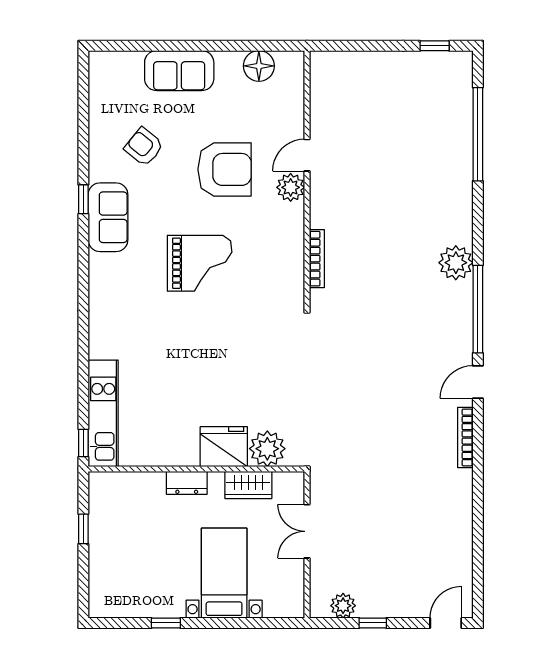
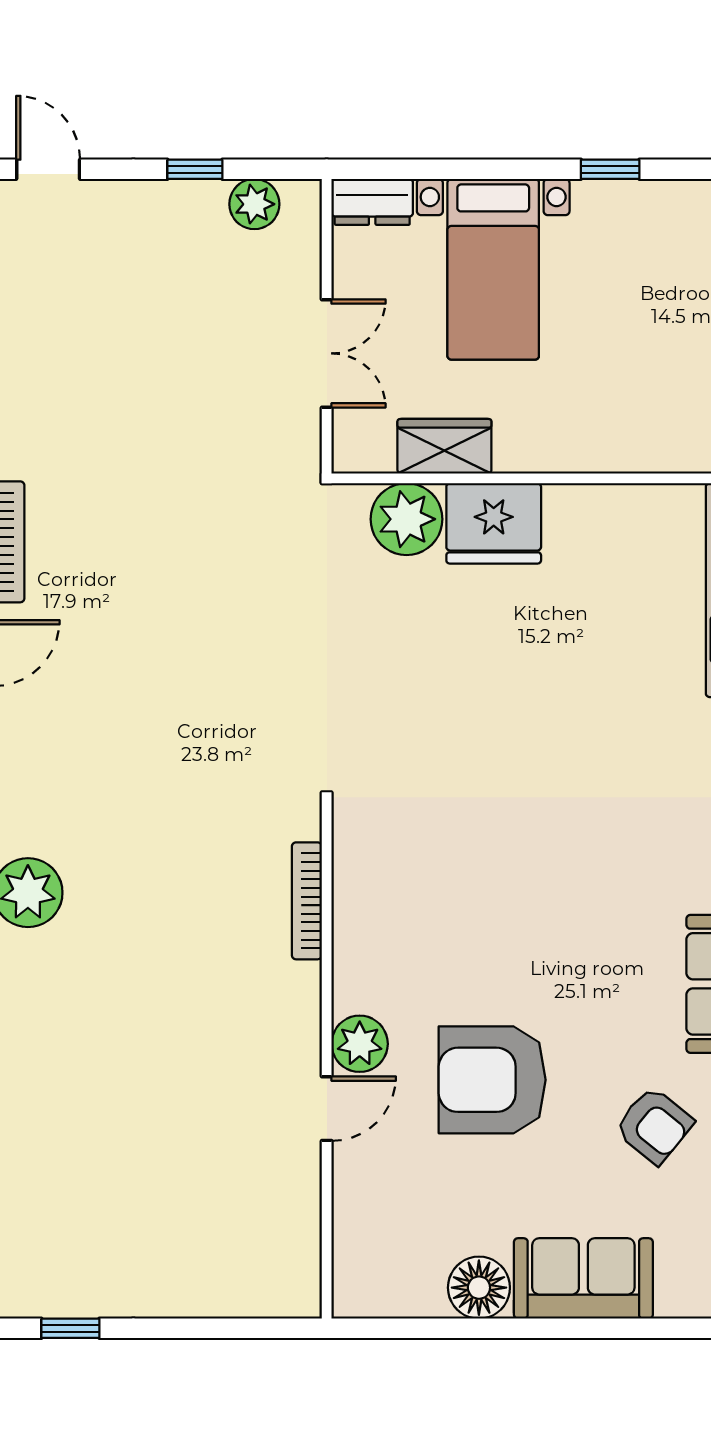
floor lamp: (259, 66) -> (479, 1288), moved
grand piano: (200, 263) -> (542, 892), removed
dresser: (187, 483) -> (372, 202), moved, turned 180
door: (446, 623) -> (48, 169), swing flipped

